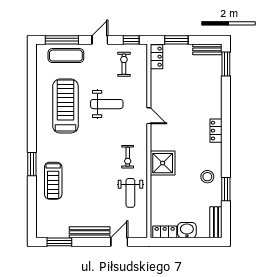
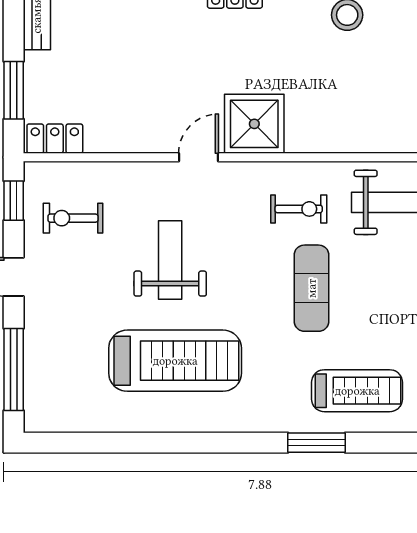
exercise mat: (66, 56) -> (312, 288), moved
treadmill: (65, 106) -> (175, 361), turned 180
shower: (163, 163) -> (254, 124), moved

